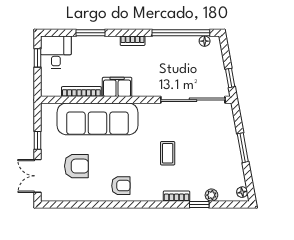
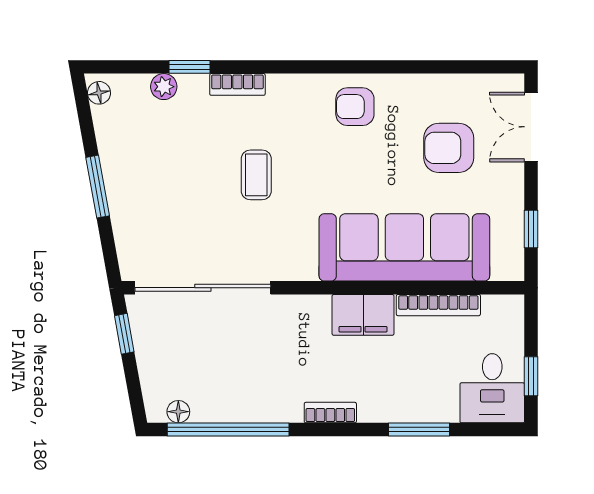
window: (38, 140) -> (531, 229), moved
double door: (38, 176) -> (531, 127), swing flipped

